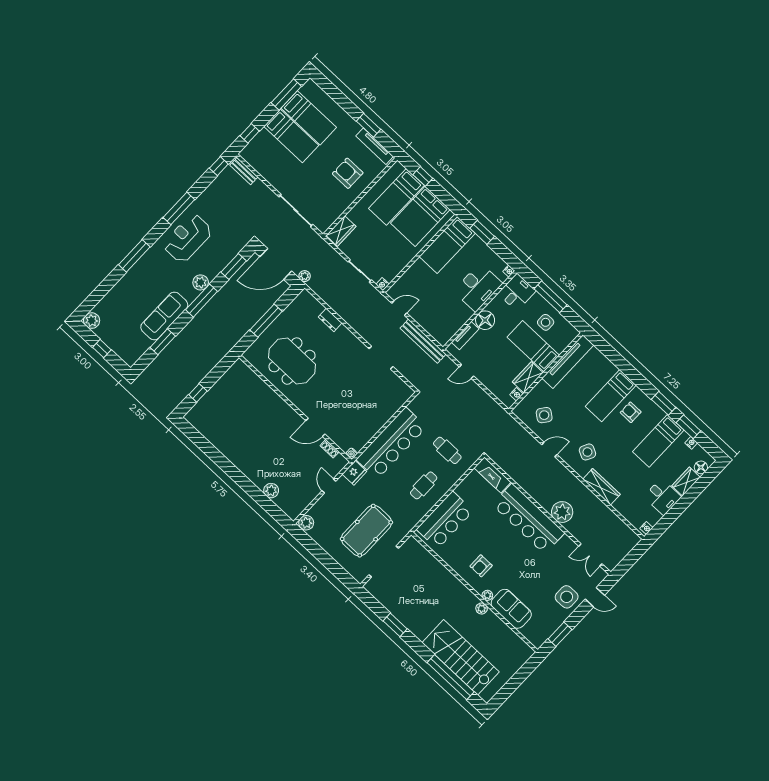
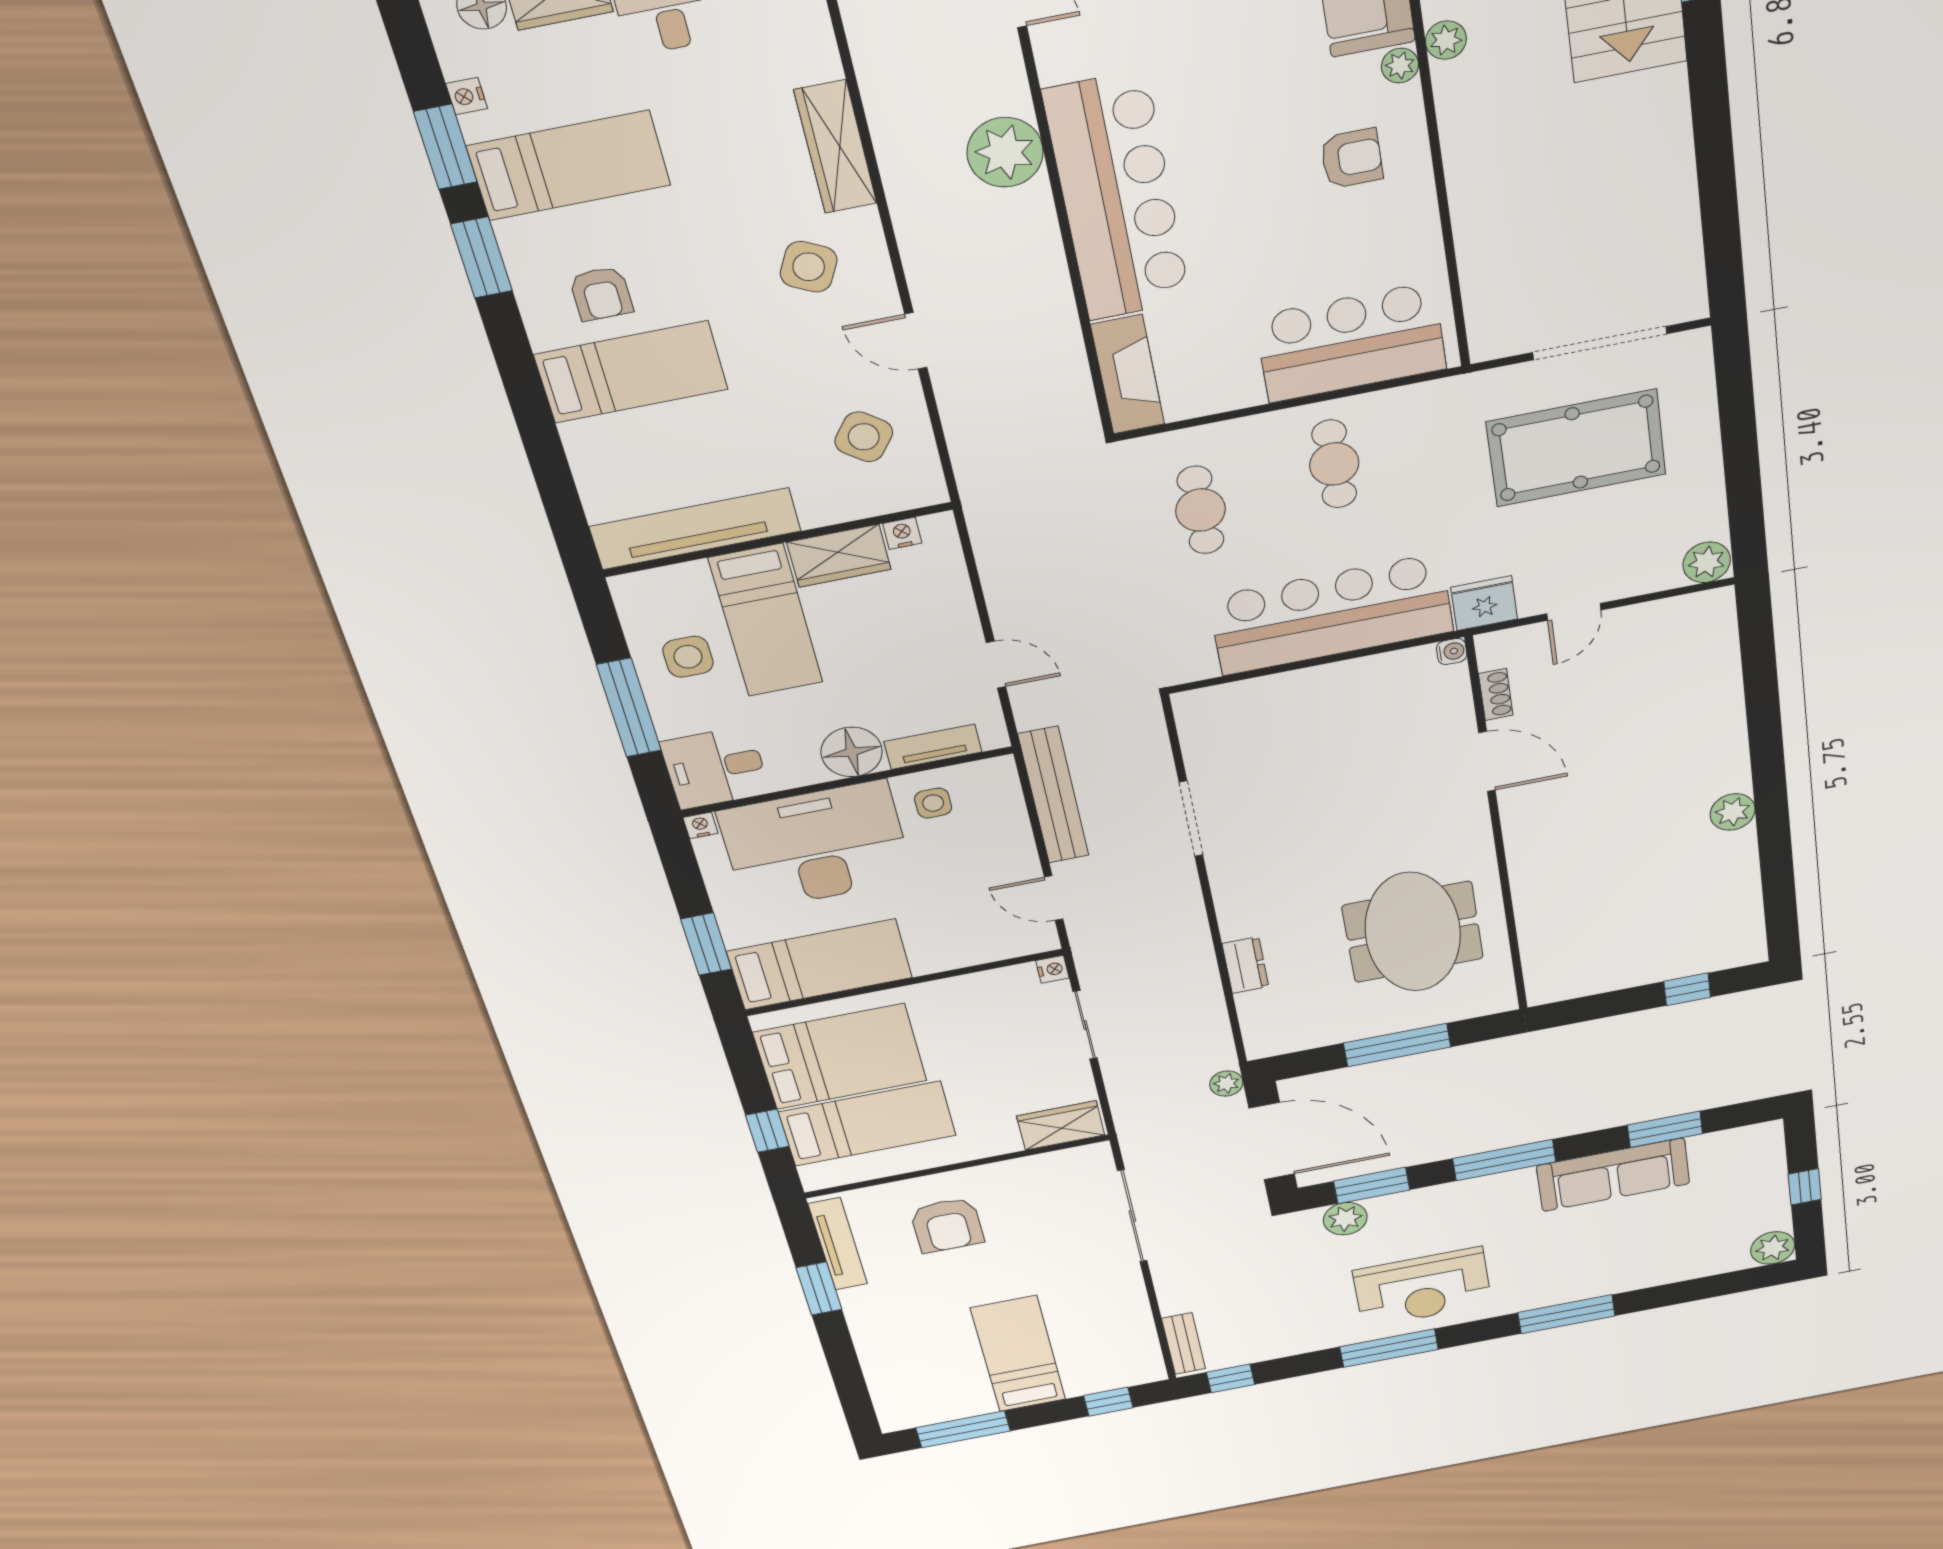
bed: (309, 118) -> (949, 1366), removed
plant: (201, 282) -> (1345, 1219), moved
desk: (478, 287) -> (816, 846), width x1.36, depth x1.30
side table: (453, 318) -> (933, 803), added
cafe table: (424, 485) -> (1334, 464), turned 90
plant: (271, 491) -> (1733, 812), moved
window: (395, 625) -> (1715, 159), removed

